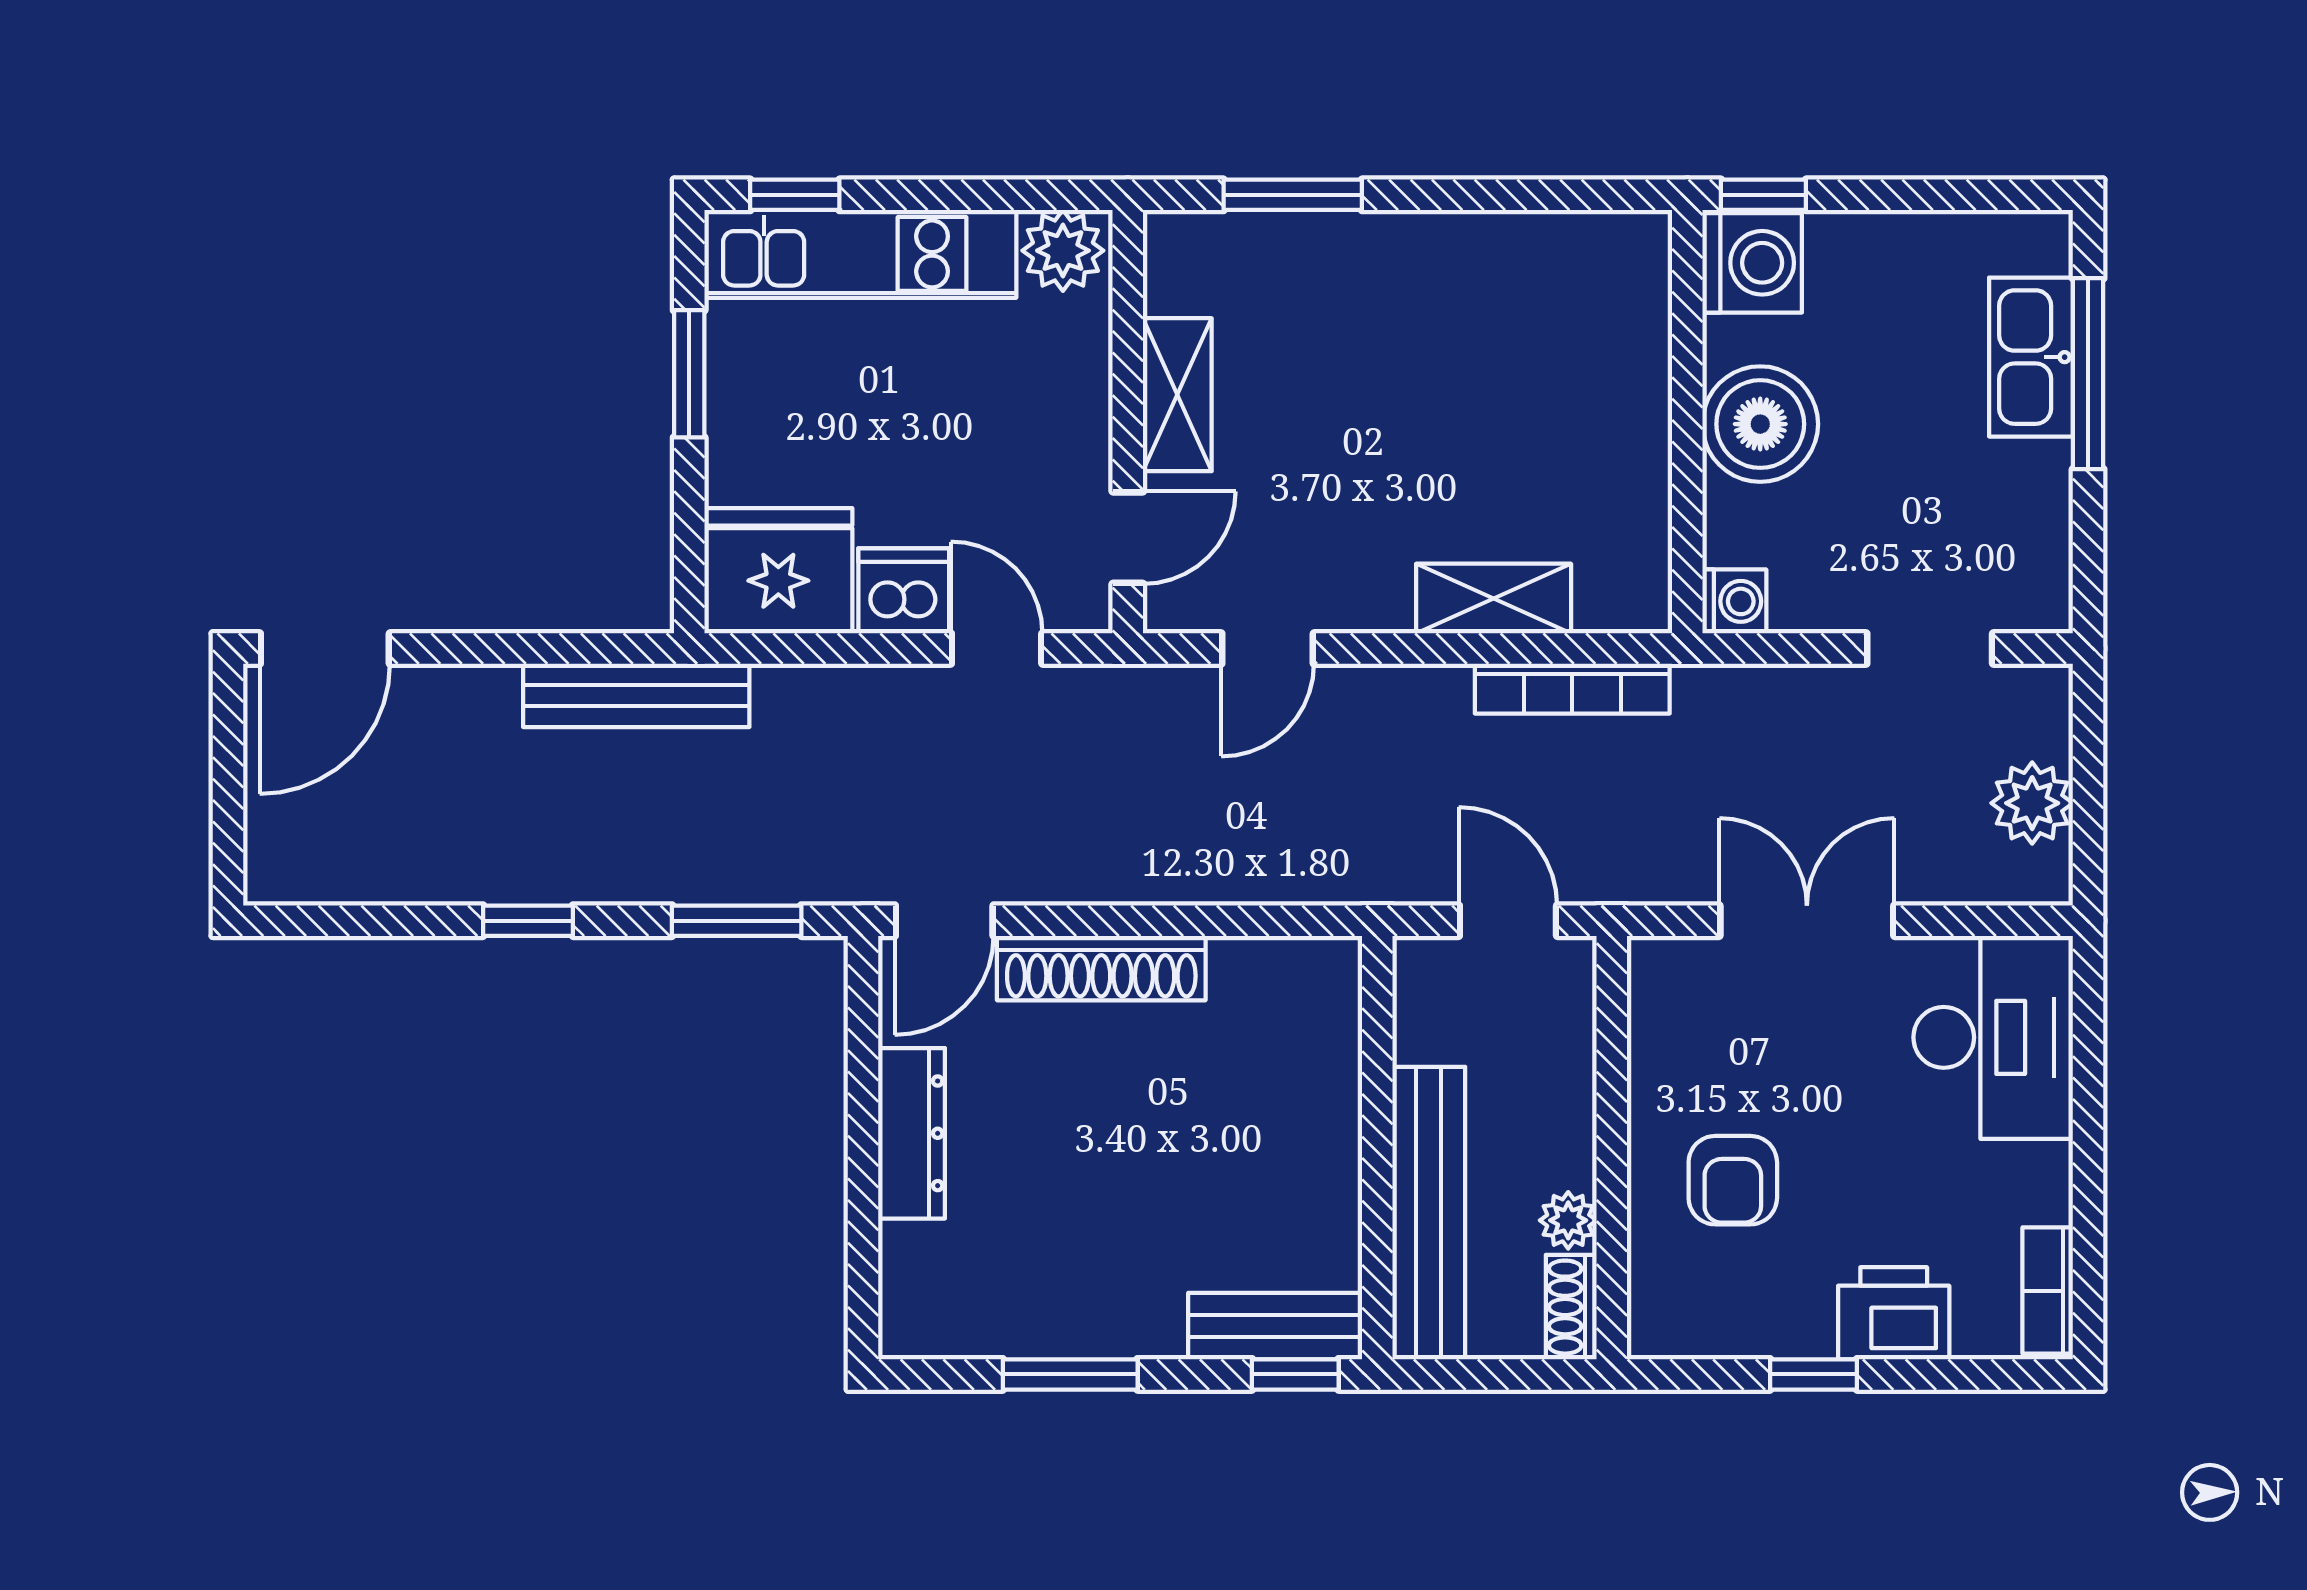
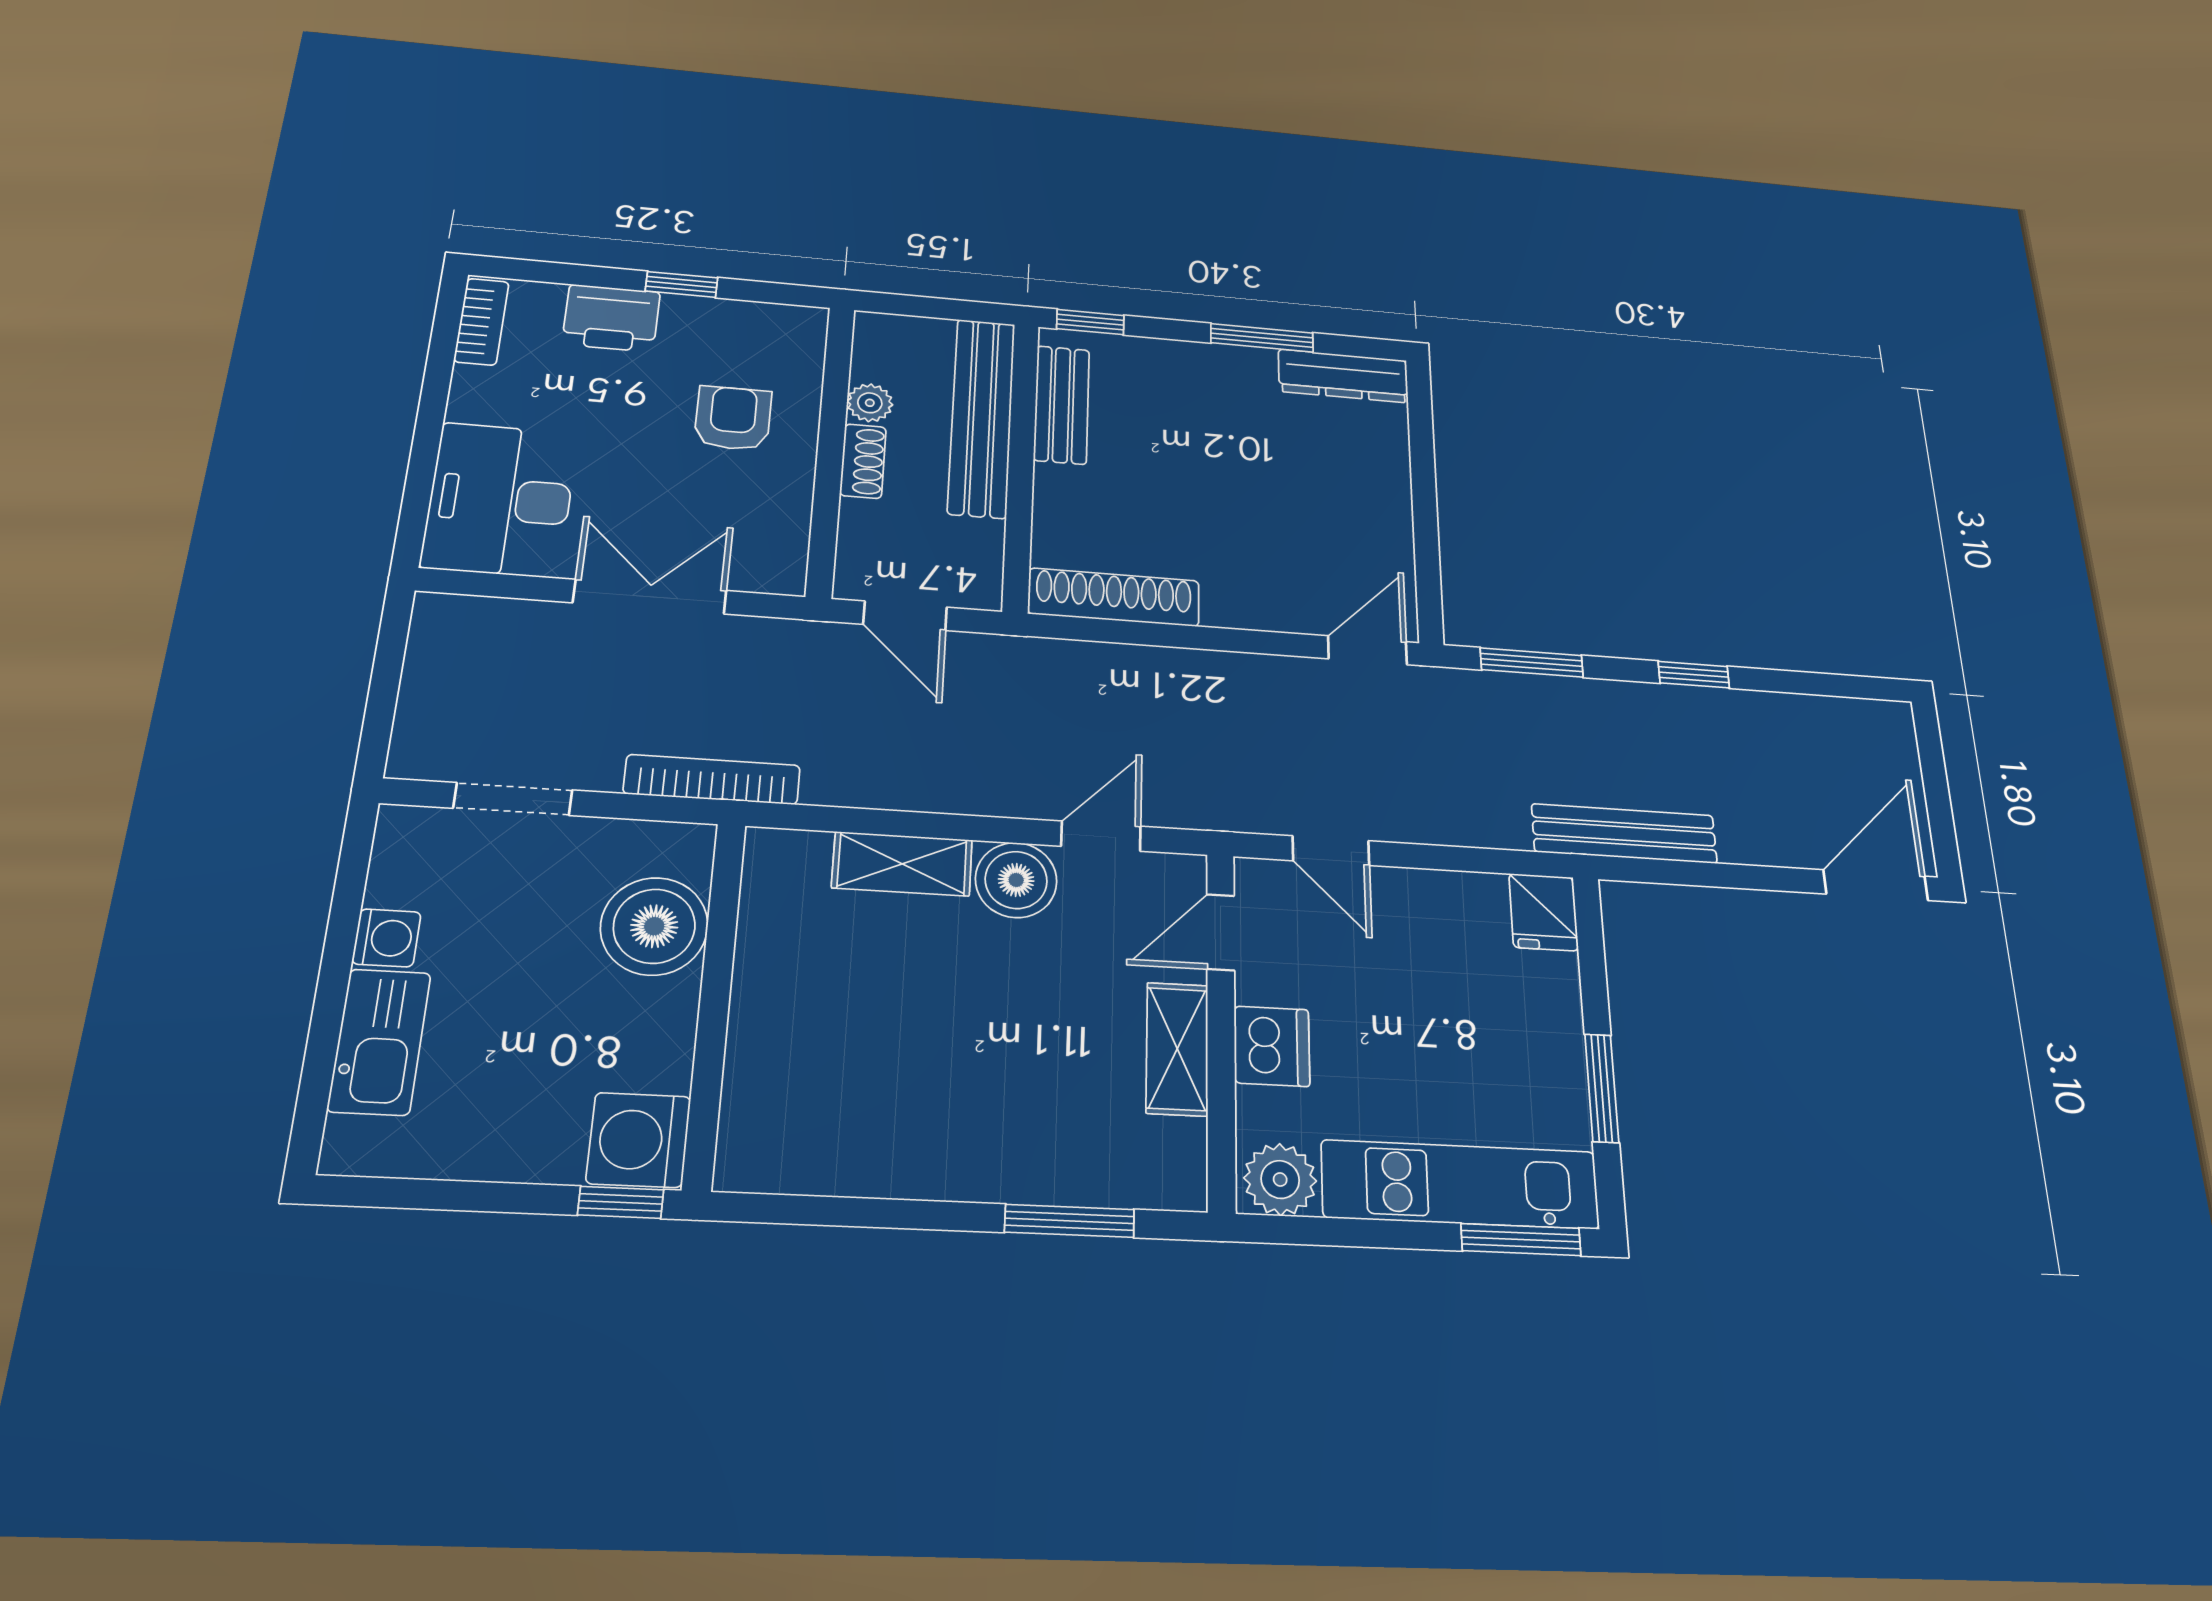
window: (795, 195) -> (1521, 1240), width x1.50
window: (2088, 374) -> (326, 1024), removed
boiler: (1760, 424) -> (654, 926), moved
fridge: (778, 571) -> (1543, 912), width x0.53, depth x0.75
boiler: (1364, 587) -> (1016, 880), added
dishwasher: (904, 591) -> (1272, 1046), moved, turned -90
washing machine: (1734, 601) -> (386, 938), moved, turned 180
bookcase: (1572, 689) -> (712, 779), moved
plant: (2032, 803) -> (438, 671), removed
double door: (1807, 921) -> (650, 597), swing flipped
shoe rack: (1101, 968) -> (1114, 597), moved
dresser: (912, 1133) -> (1343, 376), moved, turned -90
shoe rack: (1571, 1307) -> (863, 461), moved
bench: (1275, 1326) -> (1062, 405), moved, turned 90

